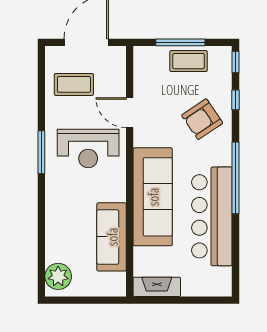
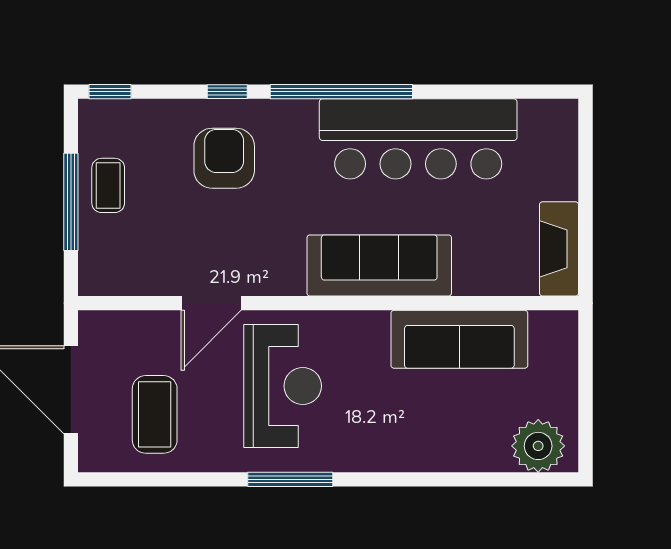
coffee table: (189, 61) -> (108, 185), width x0.73, depth x0.77
window: (236, 100) -> (227, 92), moved
armchair: (202, 119) -> (224, 158), turned -146
sofa: (153, 197) -> (379, 265), width x0.74, depth x0.79

